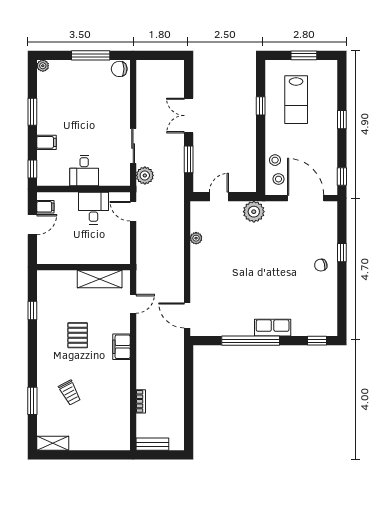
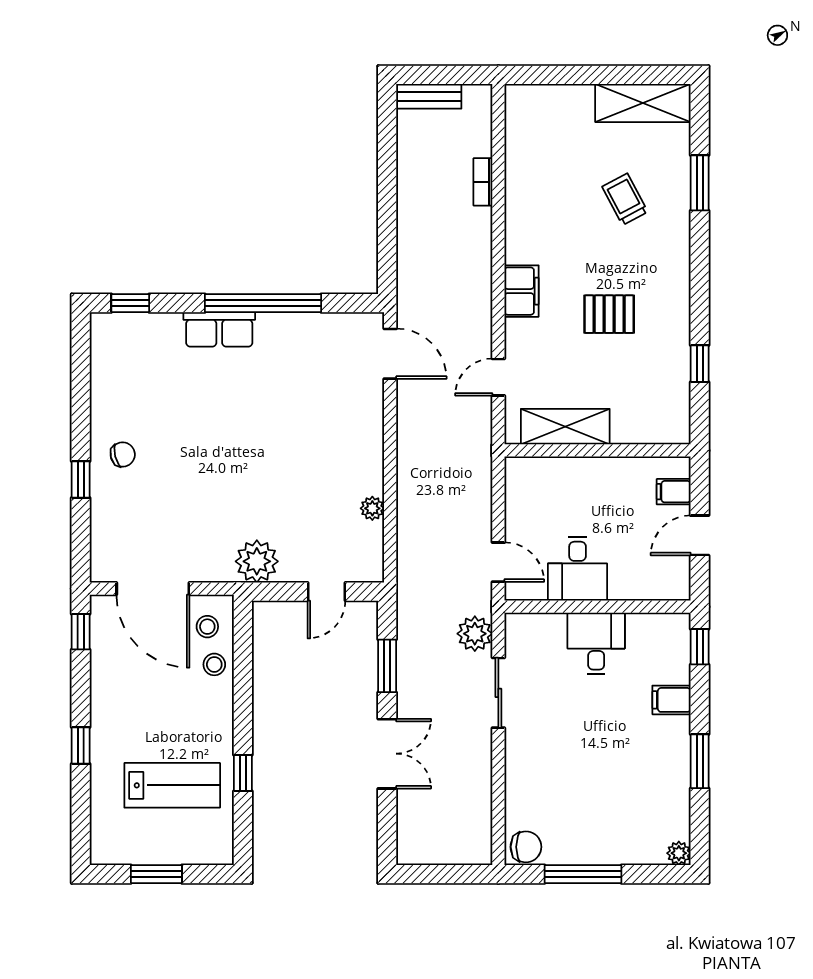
lab bench: (296, 100) -> (172, 785), turned 90
filing cabinet: (45, 207) -> (674, 492), moved
pallet: (78, 335) -> (609, 314), turned 90
shelving: (53, 443) -> (643, 103), width x1.50, depth x1.33
bench: (152, 444) -> (429, 96), moved

